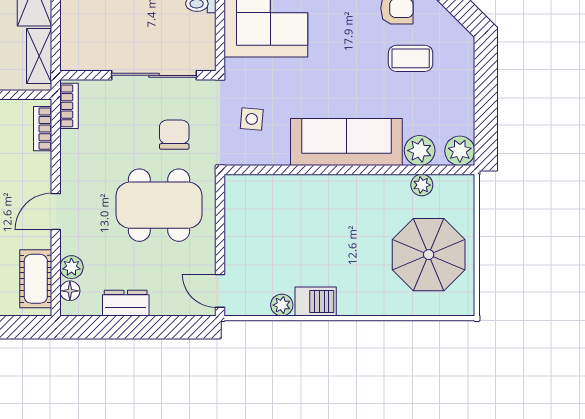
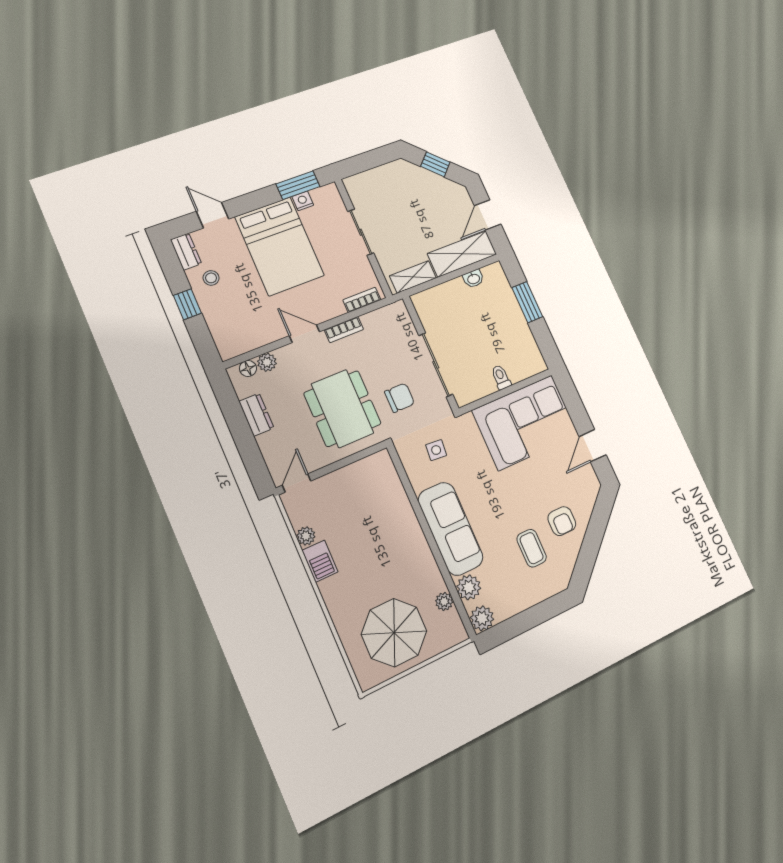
bookcase: (69, 106) -> (344, 329), moved
cot: (36, 279) -> (246, 339), removed

